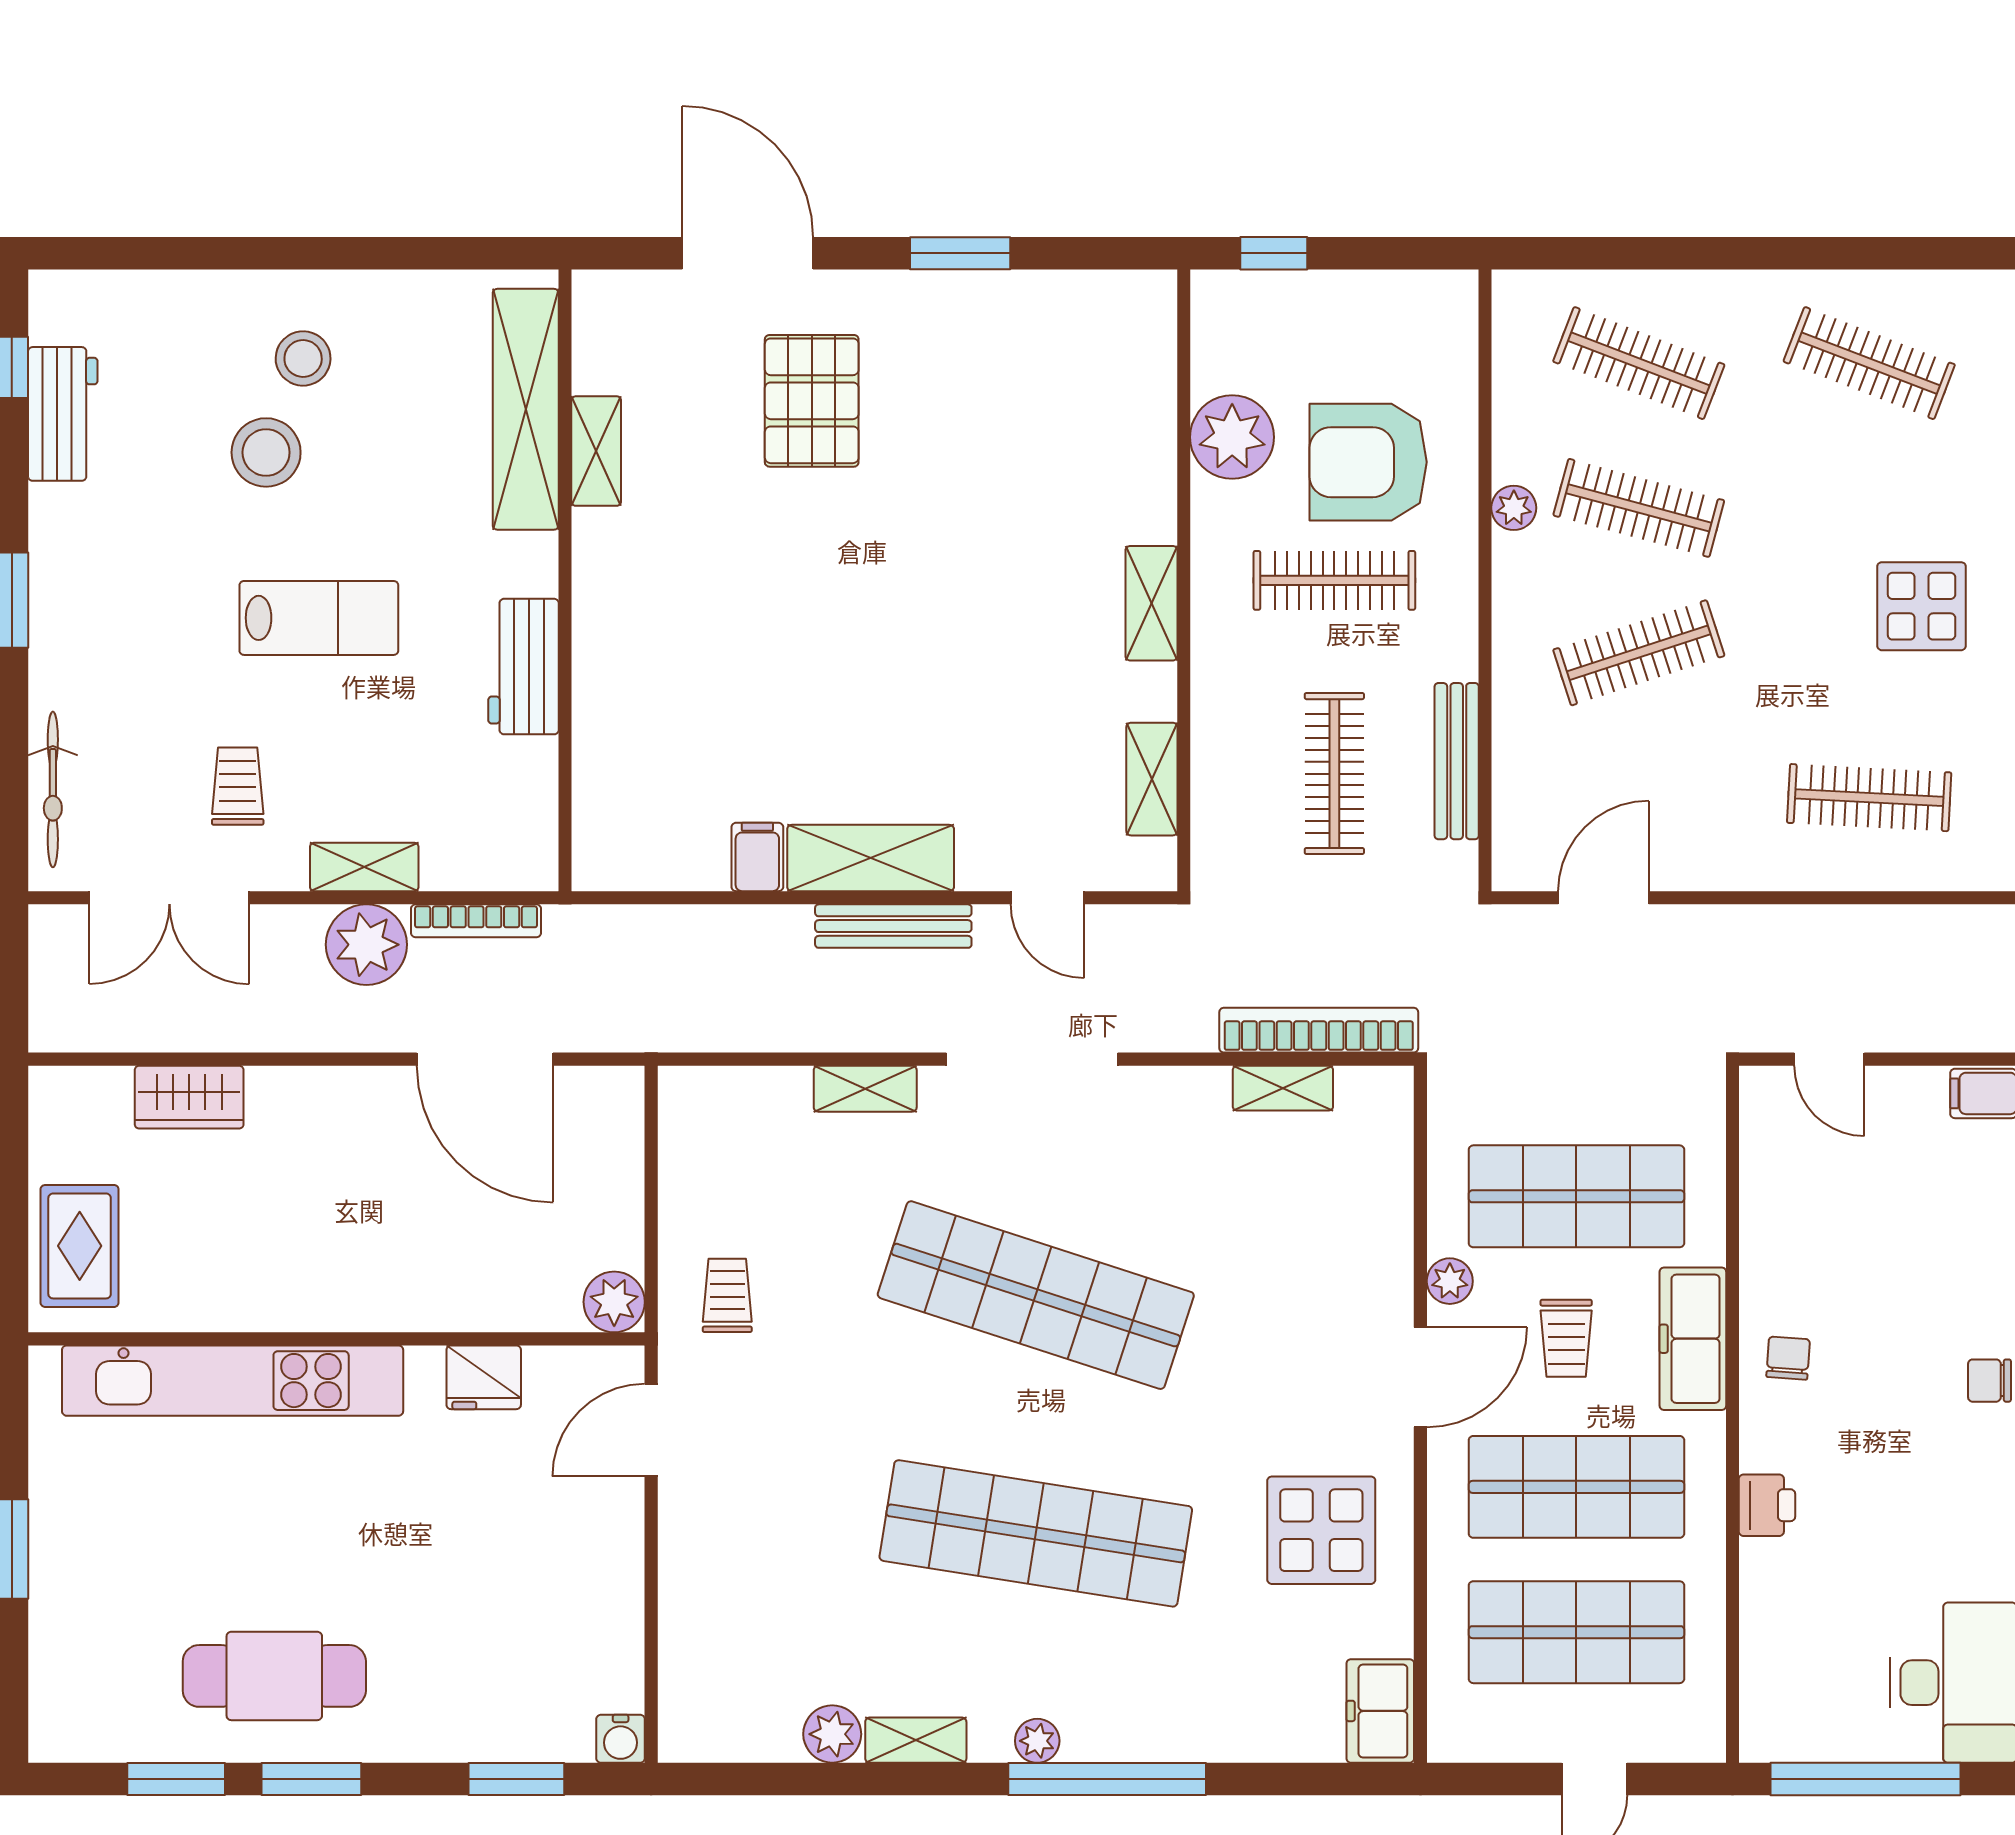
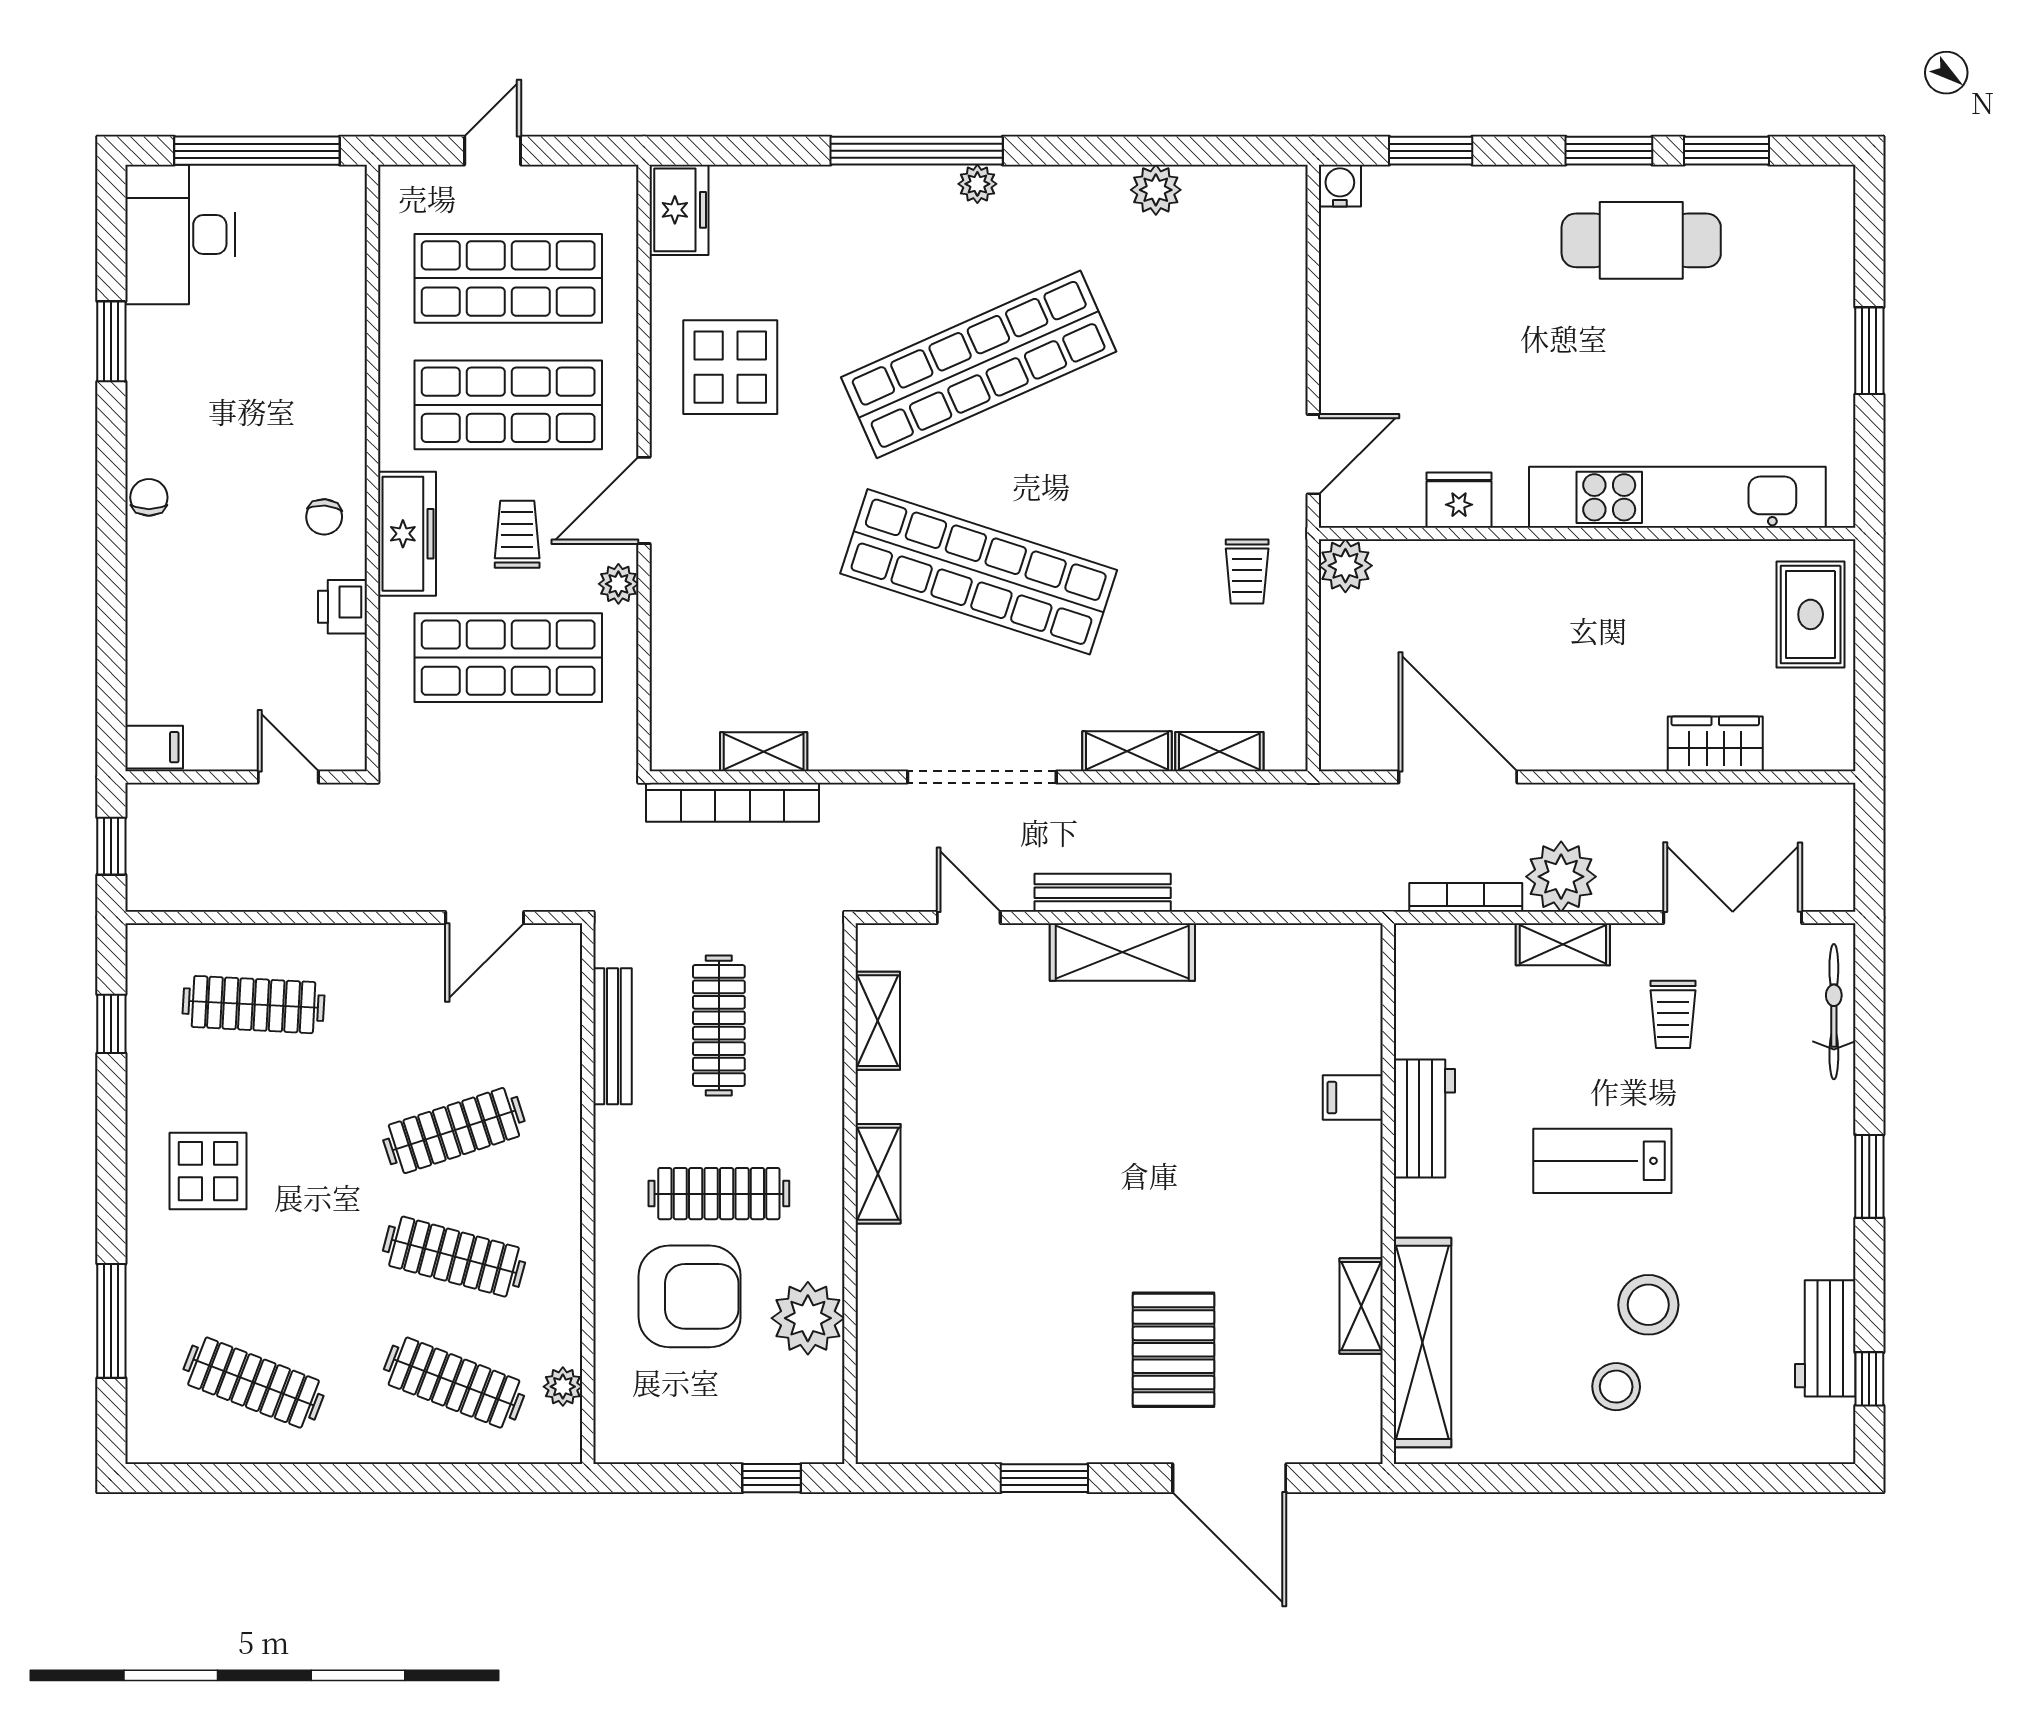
plant: (1514, 508) -> (563, 1387), moved
filing cabinet: (757, 857) -> (1353, 1098), moved, turned 90
chair: (1989, 1381) -> (149, 497), turned -90
printer: (1767, 1505) -> (342, 607), moved
shop shelf: (1036, 1533) -> (979, 364), turned -33
shelving: (916, 1740) -> (1219, 752), moved

